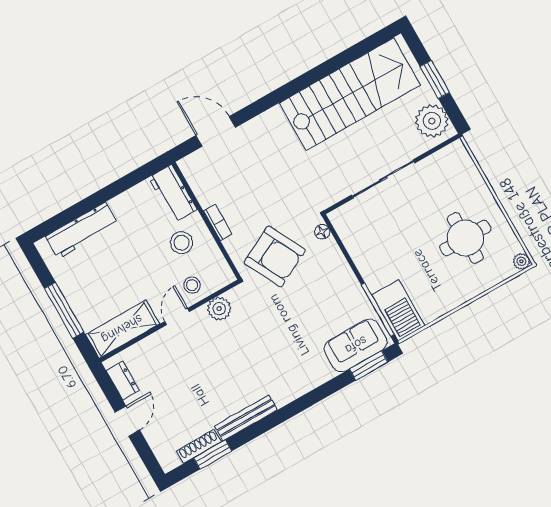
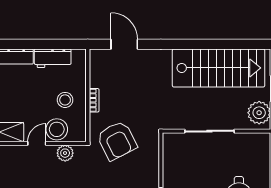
workbench: (173, 193) -> (53, 58), moved, turned -90
floor lamp: (322, 232) -> (154, 142), removed
stool: (192, 285) -> (57, 129), width x1.89, depth x1.89

